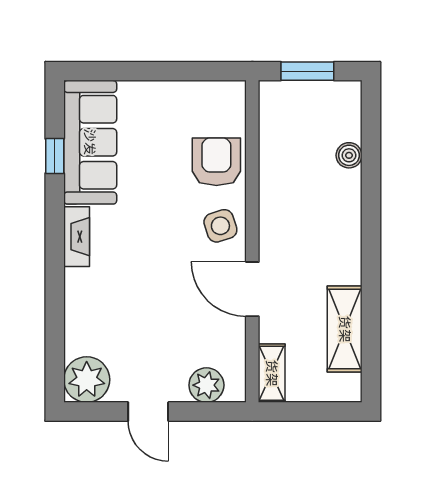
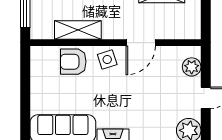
shelving: (272, 373) -> (78, 30), moved, width x1.50, depth x1.33

